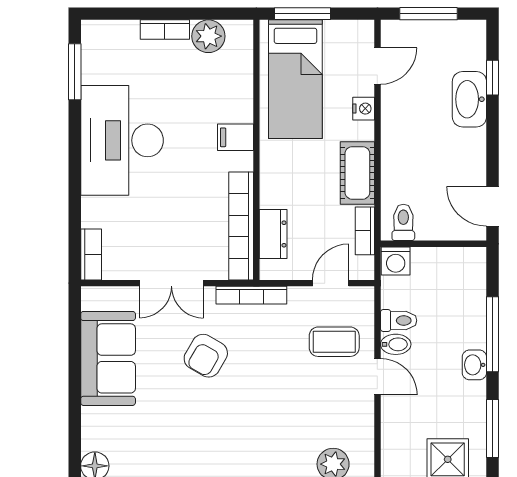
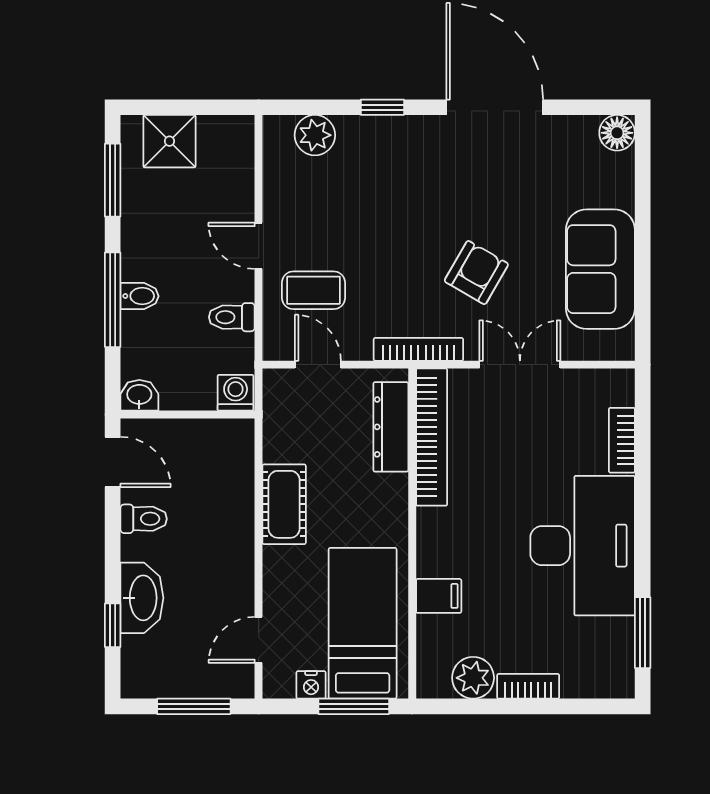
nightstand: (364, 109) -> (311, 685), moved, turned -90
filing cabinet: (236, 137) -> (439, 596), moved
toilet: (403, 222) -> (144, 519), moved, turned -90
bookcase: (365, 231) -> (275, 431), removed
dresser: (273, 234) -> (391, 427), width x1.44
bookcase: (91, 254) -> (622, 440), moved
door: (331, 283) -> (318, 365), swing flipped
bidet: (396, 344) -> (139, 296), moved, turned 180
washbasin: (474, 365) -> (139, 395), moved, turned -90

